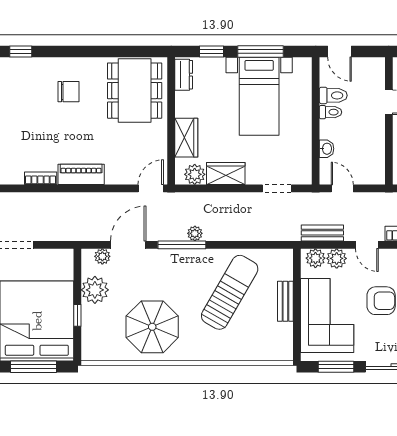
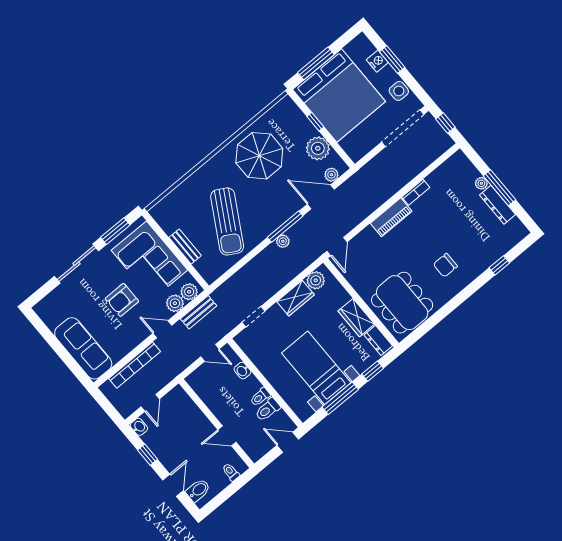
wardrobe: (186, 138) -> (356, 318), moved
door: (128, 245) -> (321, 197), swing flipped

